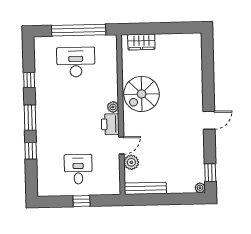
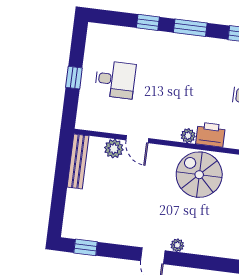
printer: (110, 124) -> (211, 135), moved
plant: (200, 188) -> (177, 245), moved

